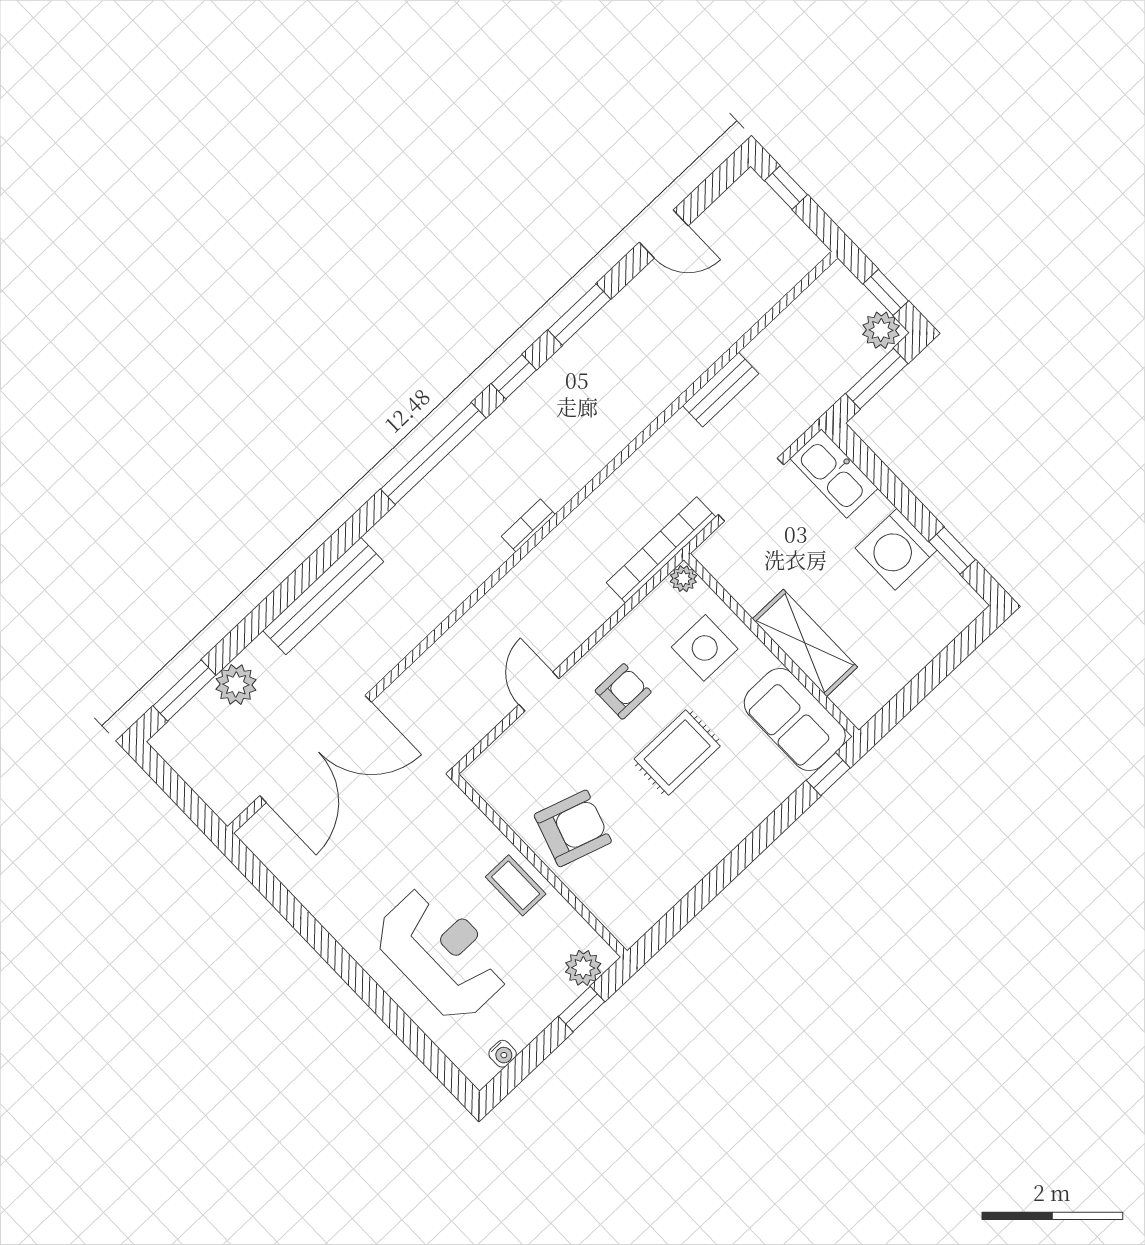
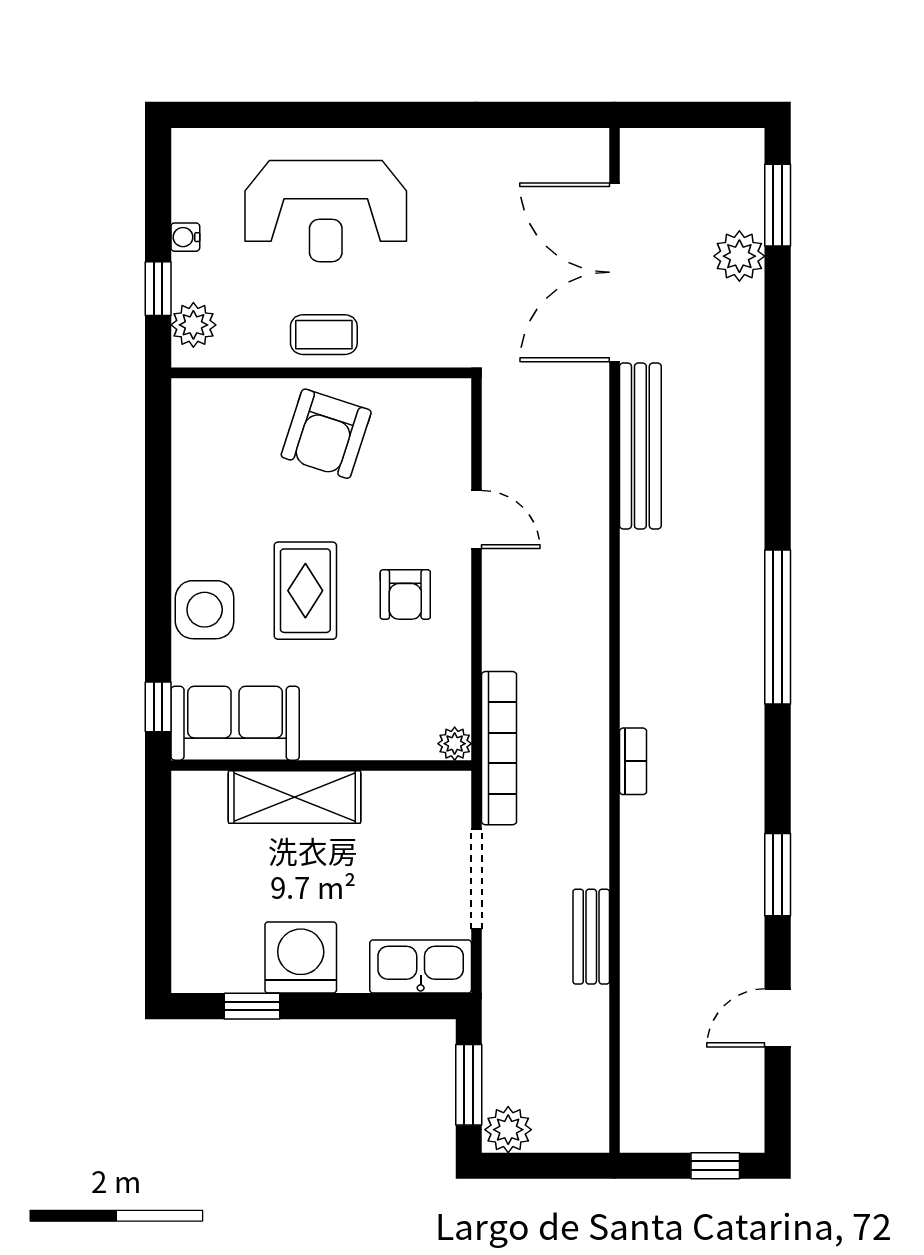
window: (886, 292) -> (538, 1166), removed
window: (514, 377) -> (778, 764), removed
bookcase: (528, 526) -> (633, 761), moved
bench: (323, 596) -> (640, 446), moved
side table: (705, 648) -> (205, 610), moved
water cooler: (503, 1054) -> (185, 237), moved

